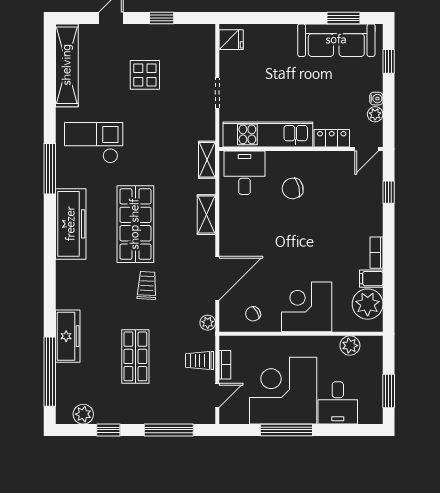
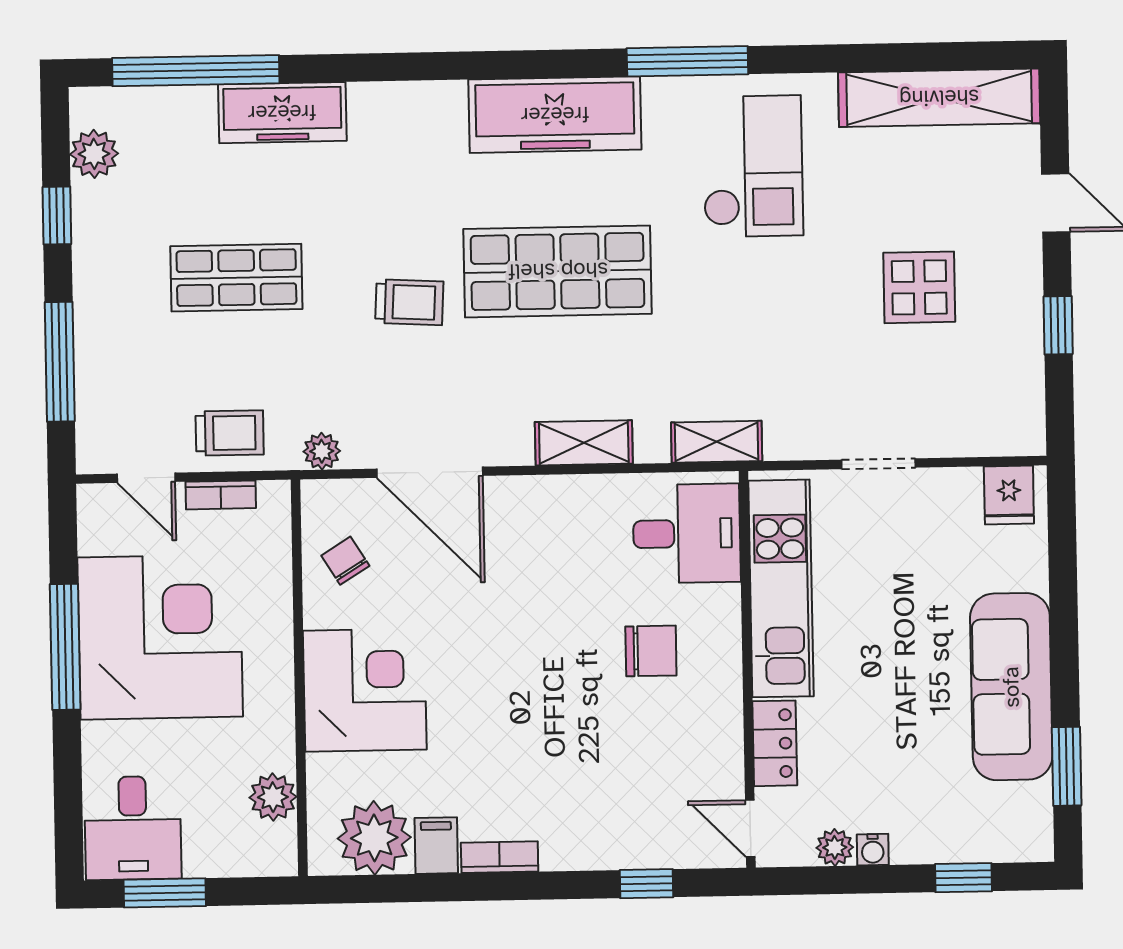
sofa: (336, 40) -> (1011, 687), moved
chair: (293, 188) -> (651, 651), turned 104
trolley: (199, 361) -> (230, 433), turned 90
desk: (338, 403) -> (133, 828), moved, turned -90

